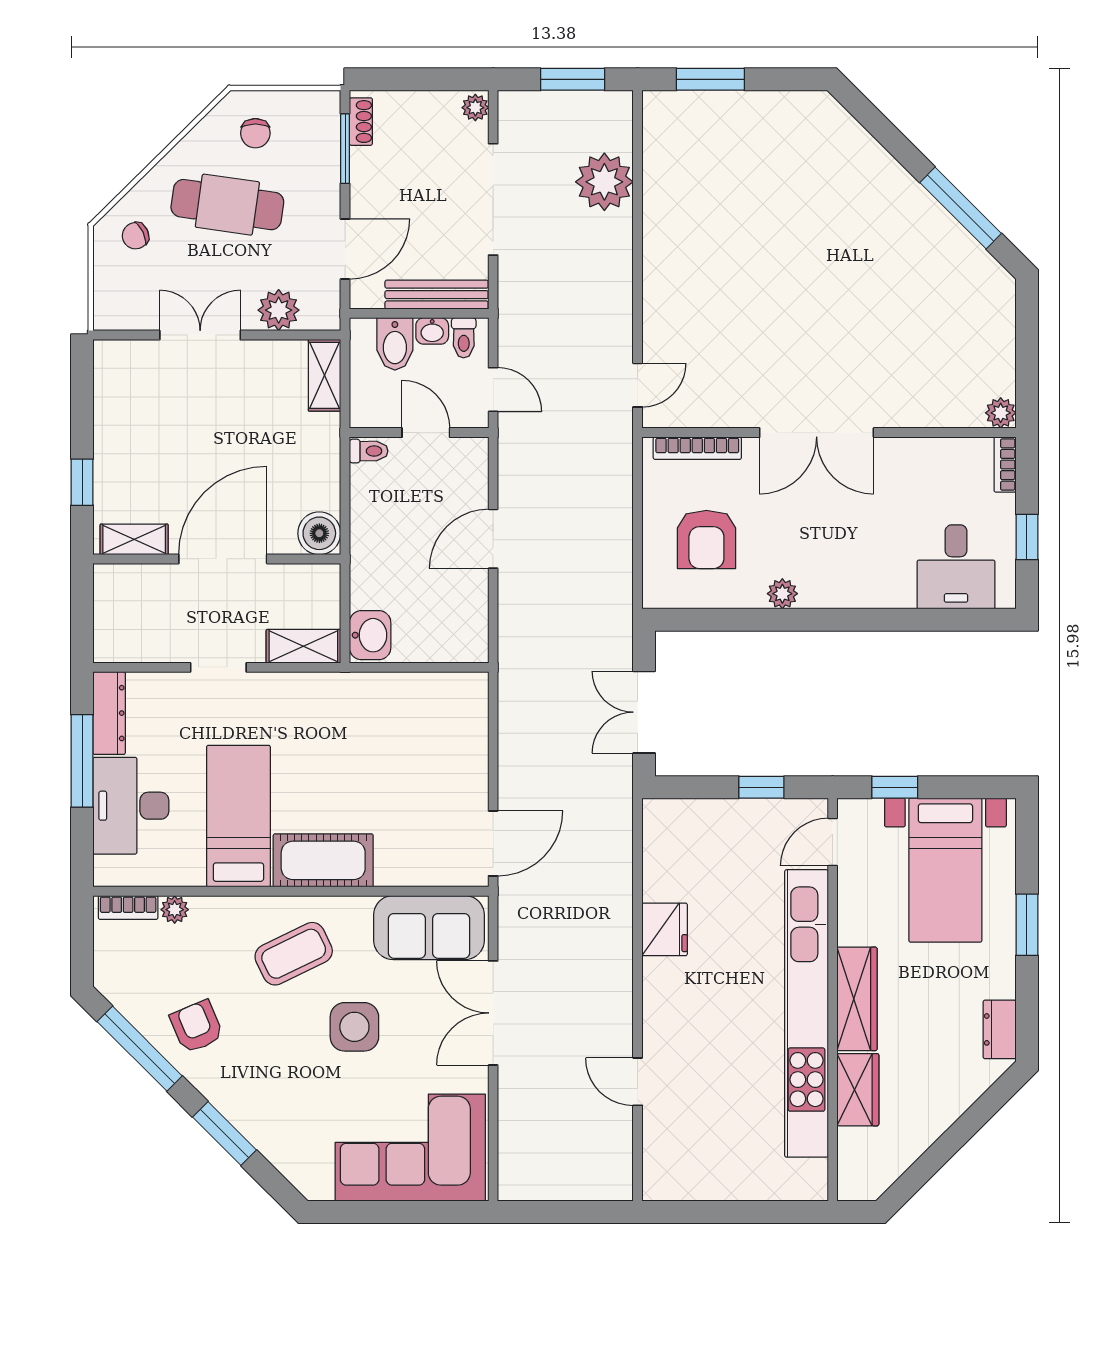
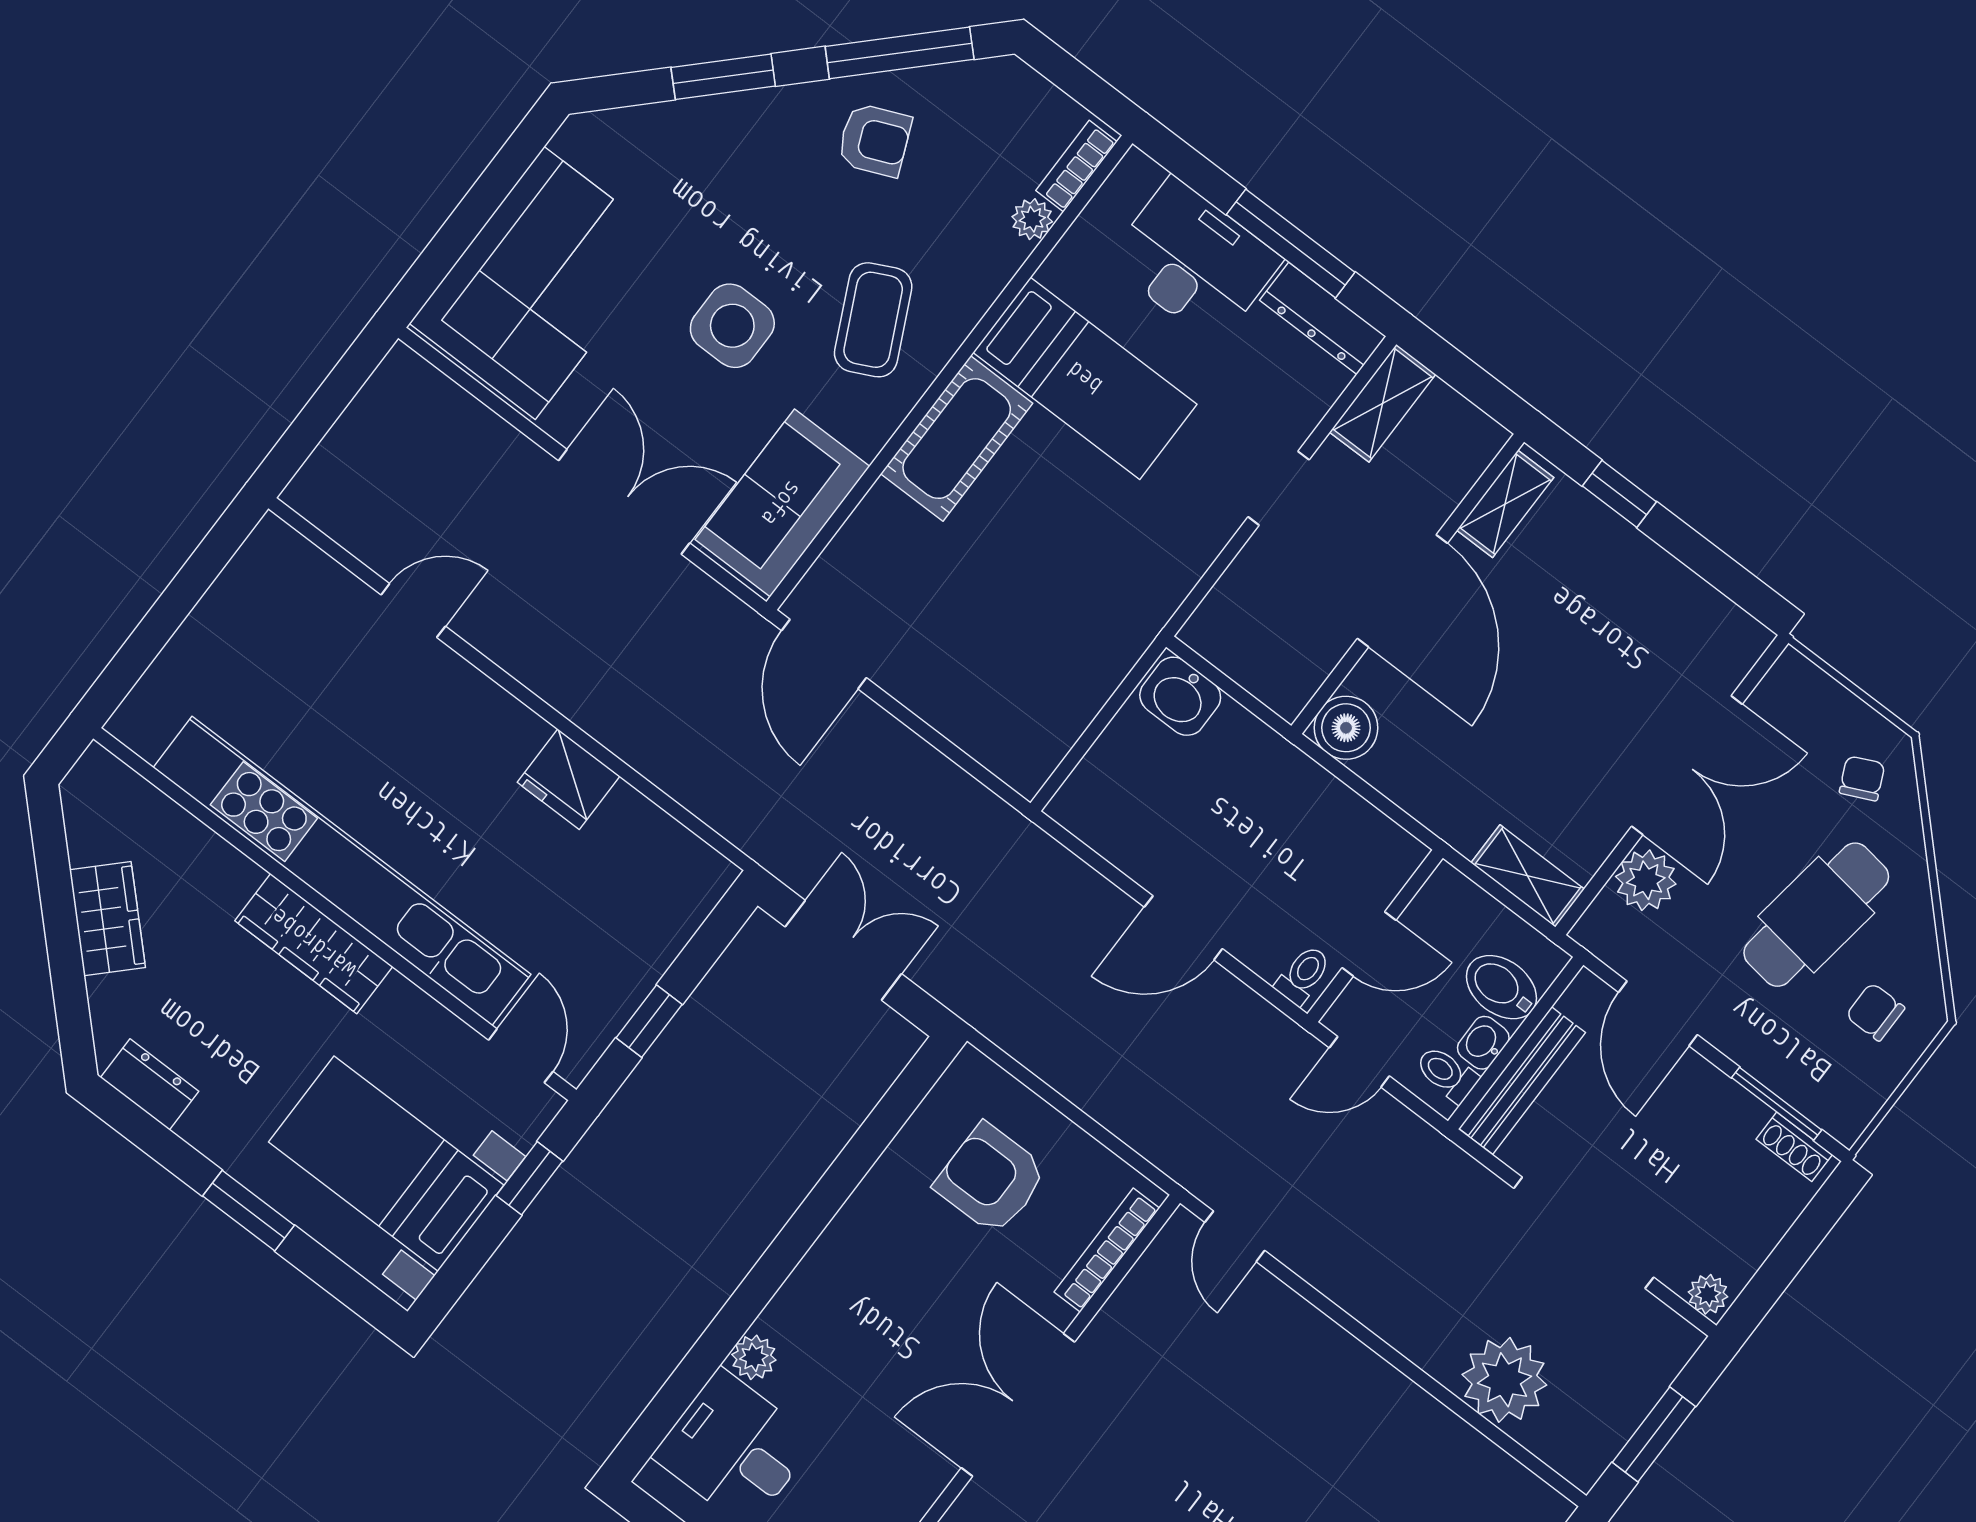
double door: (200, 335) -> (1687, 765), width x1.37
toilet: (369, 451) -> (1303, 975), moved, turned 180
door: (493, 539) -> (1183, 928), swing flipped
plant: (782, 594) -> (754, 1357), moved
shelving: (303, 646) -> (1383, 403), moved
wardrobe: (858, 1090) -> (107, 919), moved, turned -135

